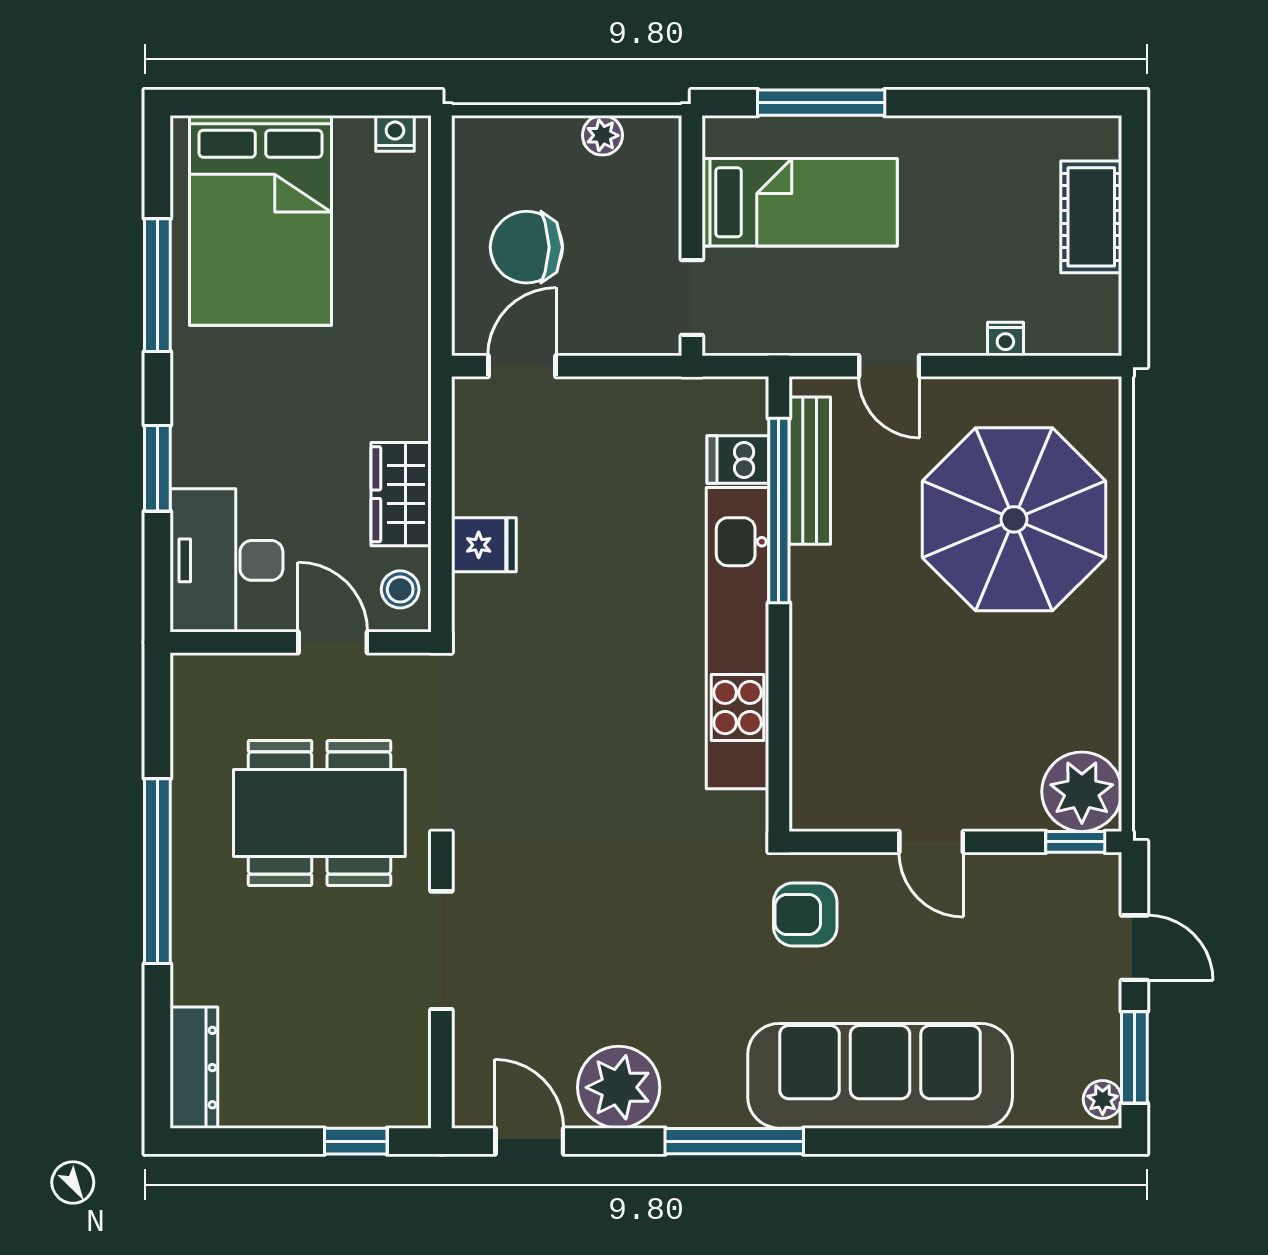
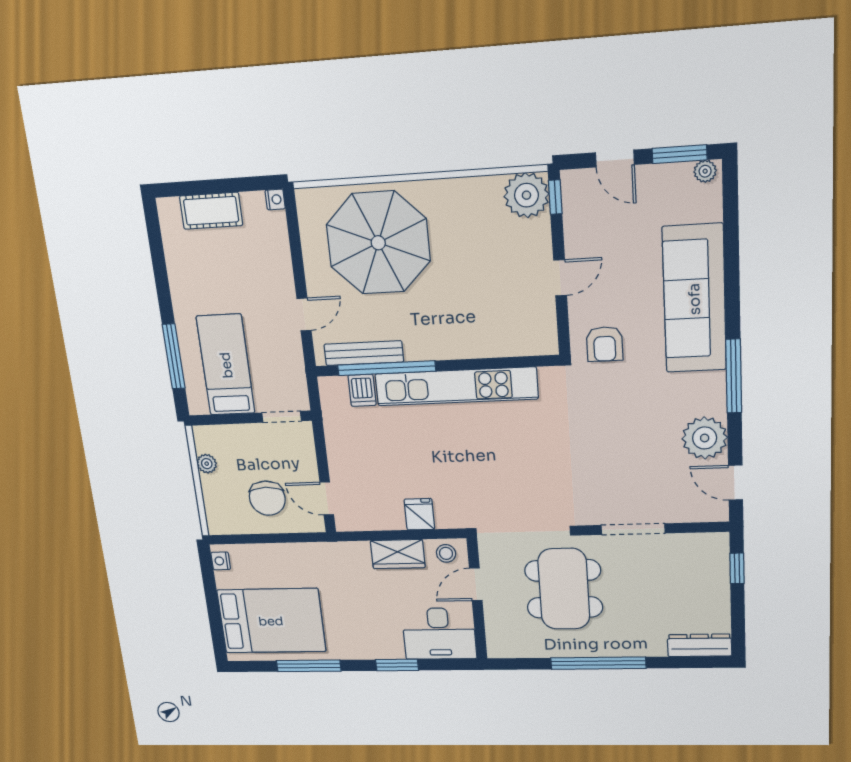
nightstand: (1005, 339) -> (275, 199), moved
door: (1134, 948) -> (615, 159), swing flipped
door: (529, 1141) -> (736, 483), hinge flipped

